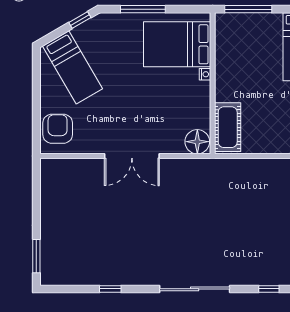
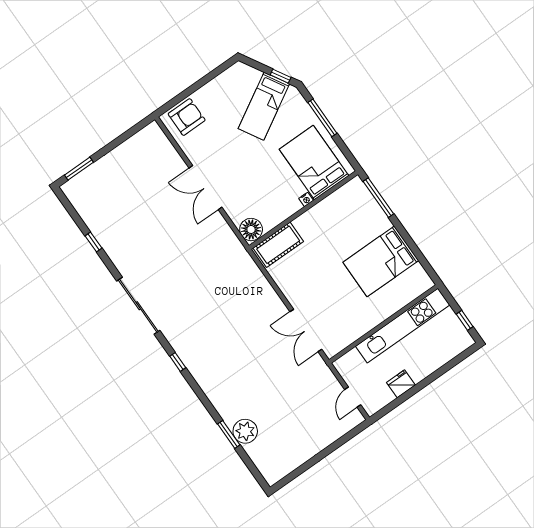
bed: (73, 67) -> (264, 106), moved

